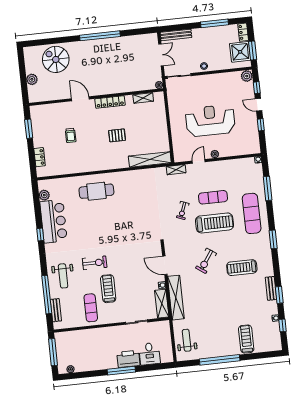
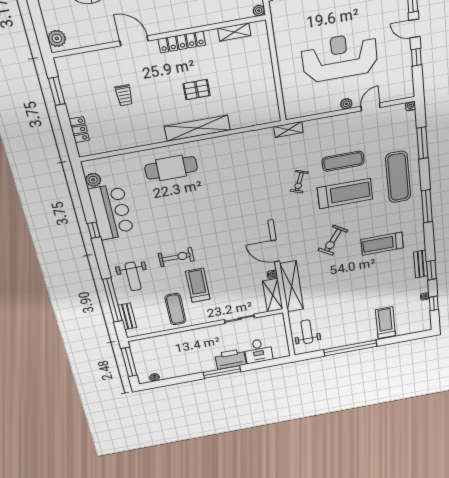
plant: (32, 79) -> (57, 38), moved
shelving: (150, 159) -> (197, 128), moved
door: (199, 161) -> (371, 107), moved
window: (273, 239) -> (427, 206), width x1.44

